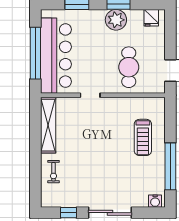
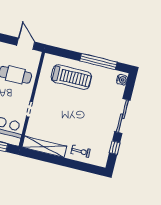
treadmill: (143, 137) -> (71, 77), width x1.37, depth x1.38

